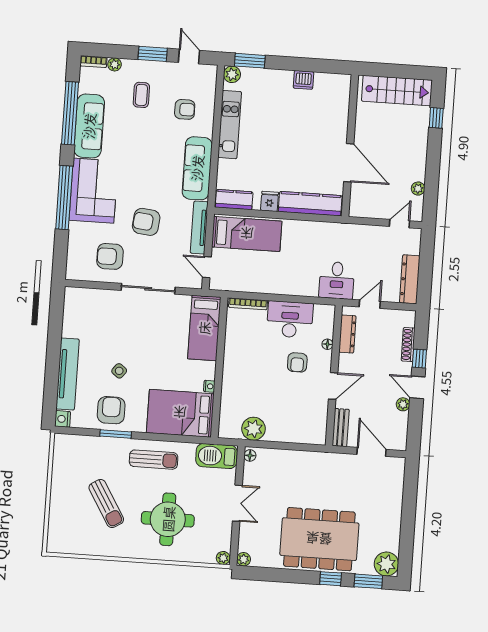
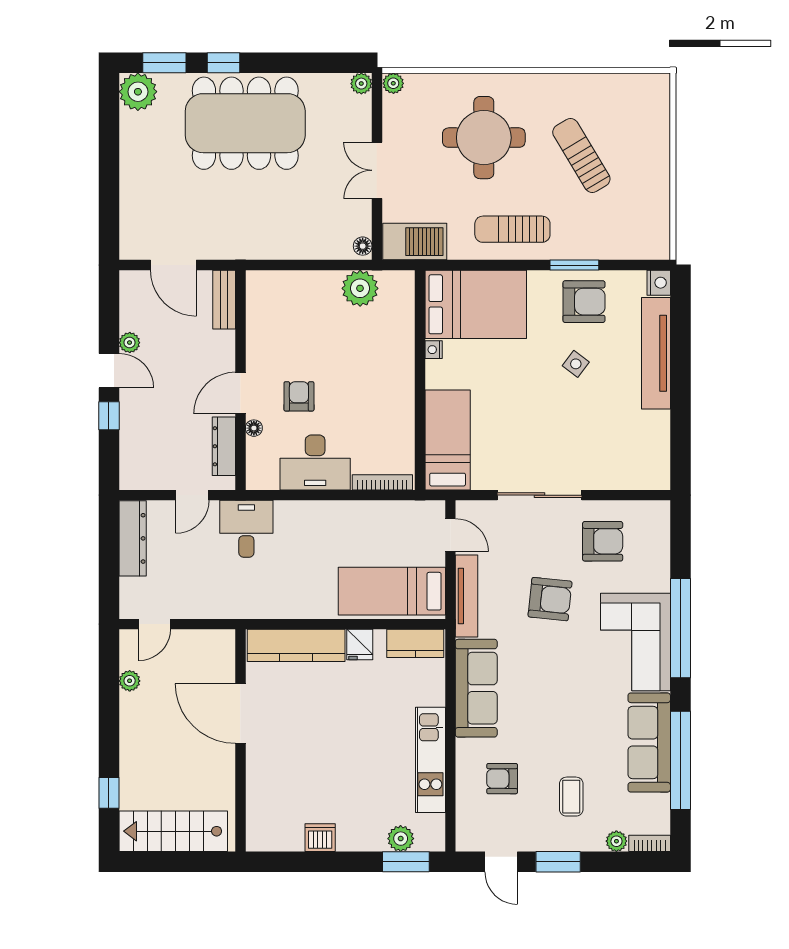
plant: (232, 74) -> (401, 839), moved
shoe rack: (408, 345) -> (128, 436), removed
door: (333, 386) -> (240, 393), moved
armchair: (111, 410) -> (584, 302), turned -90

